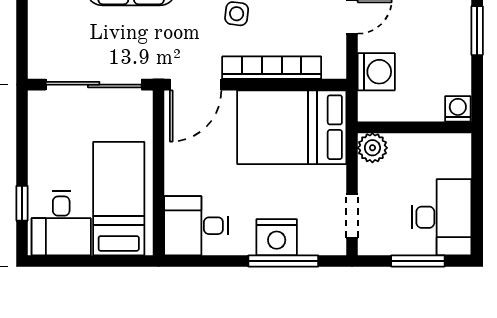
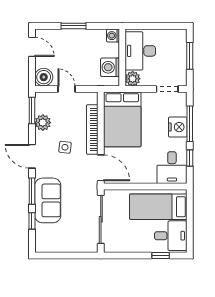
washing machine: (376, 72) -> (110, 67), moved, turned -90
desk: (442, 217) -> (140, 51), moved, turned -90
window: (215, 261) -> (190, 158), added

